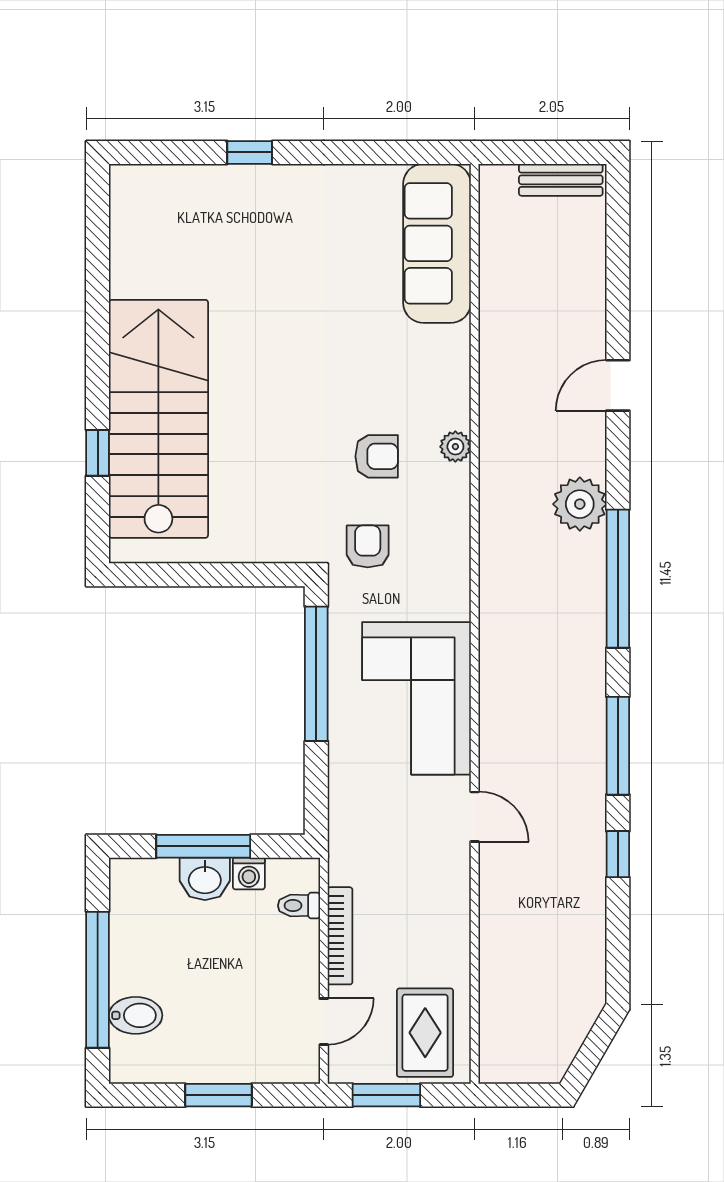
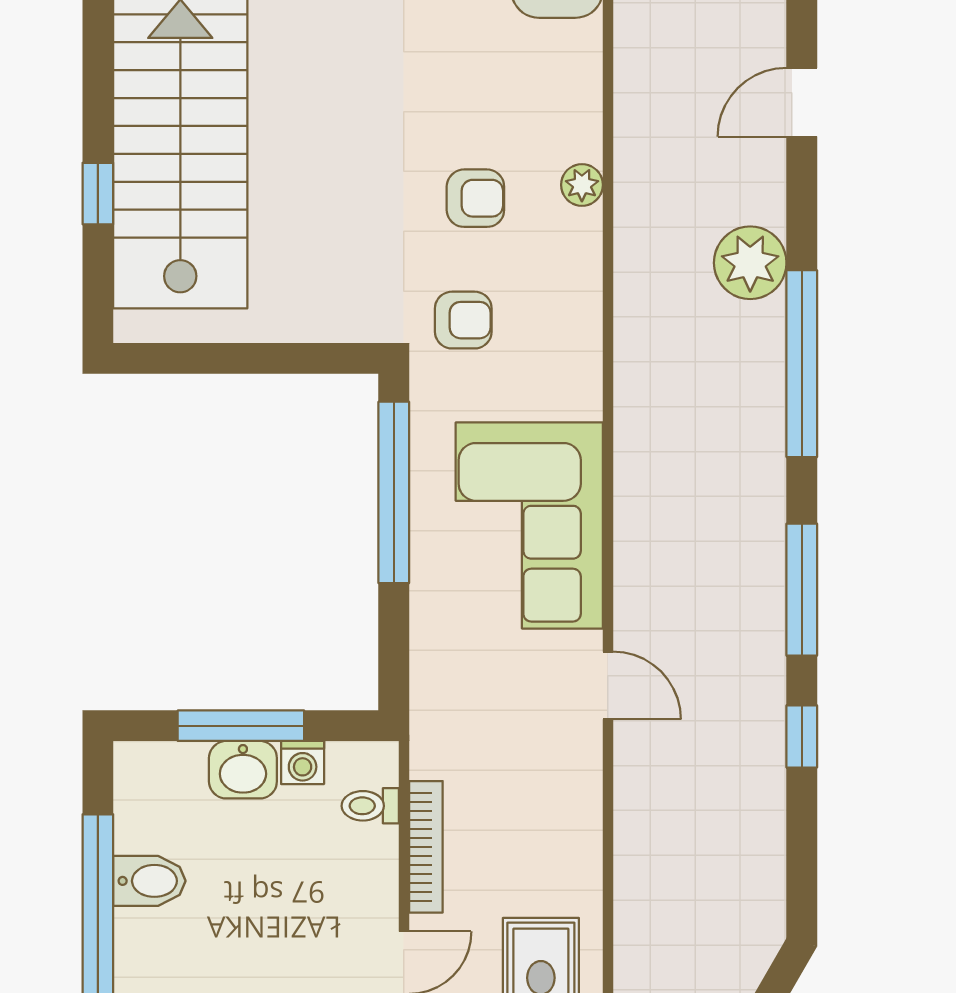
armchair: (368, 546) -> (463, 320), turned 90
bidet: (136, 1015) -> (149, 881), moved

